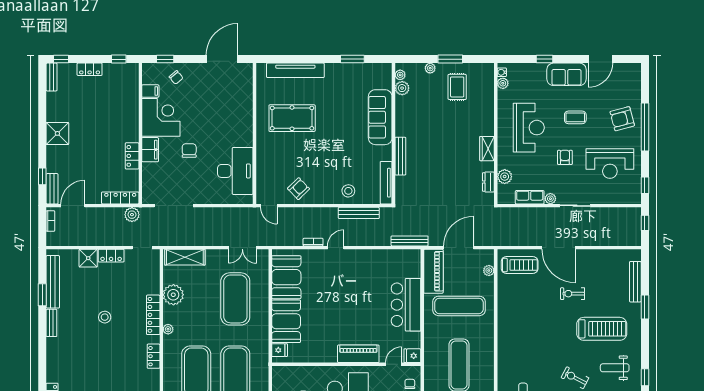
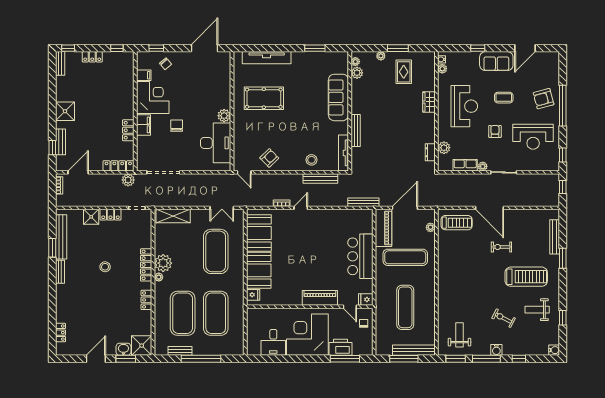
plant: (245, 139) -> (224, 116), added
wardrobe: (487, 149) -> (429, 102), moved
bench: (52, 189) -> (60, 142), moved
plant: (173, 295) -> (163, 263), moved
door: (394, 364) -> (350, 307), swing flipped

